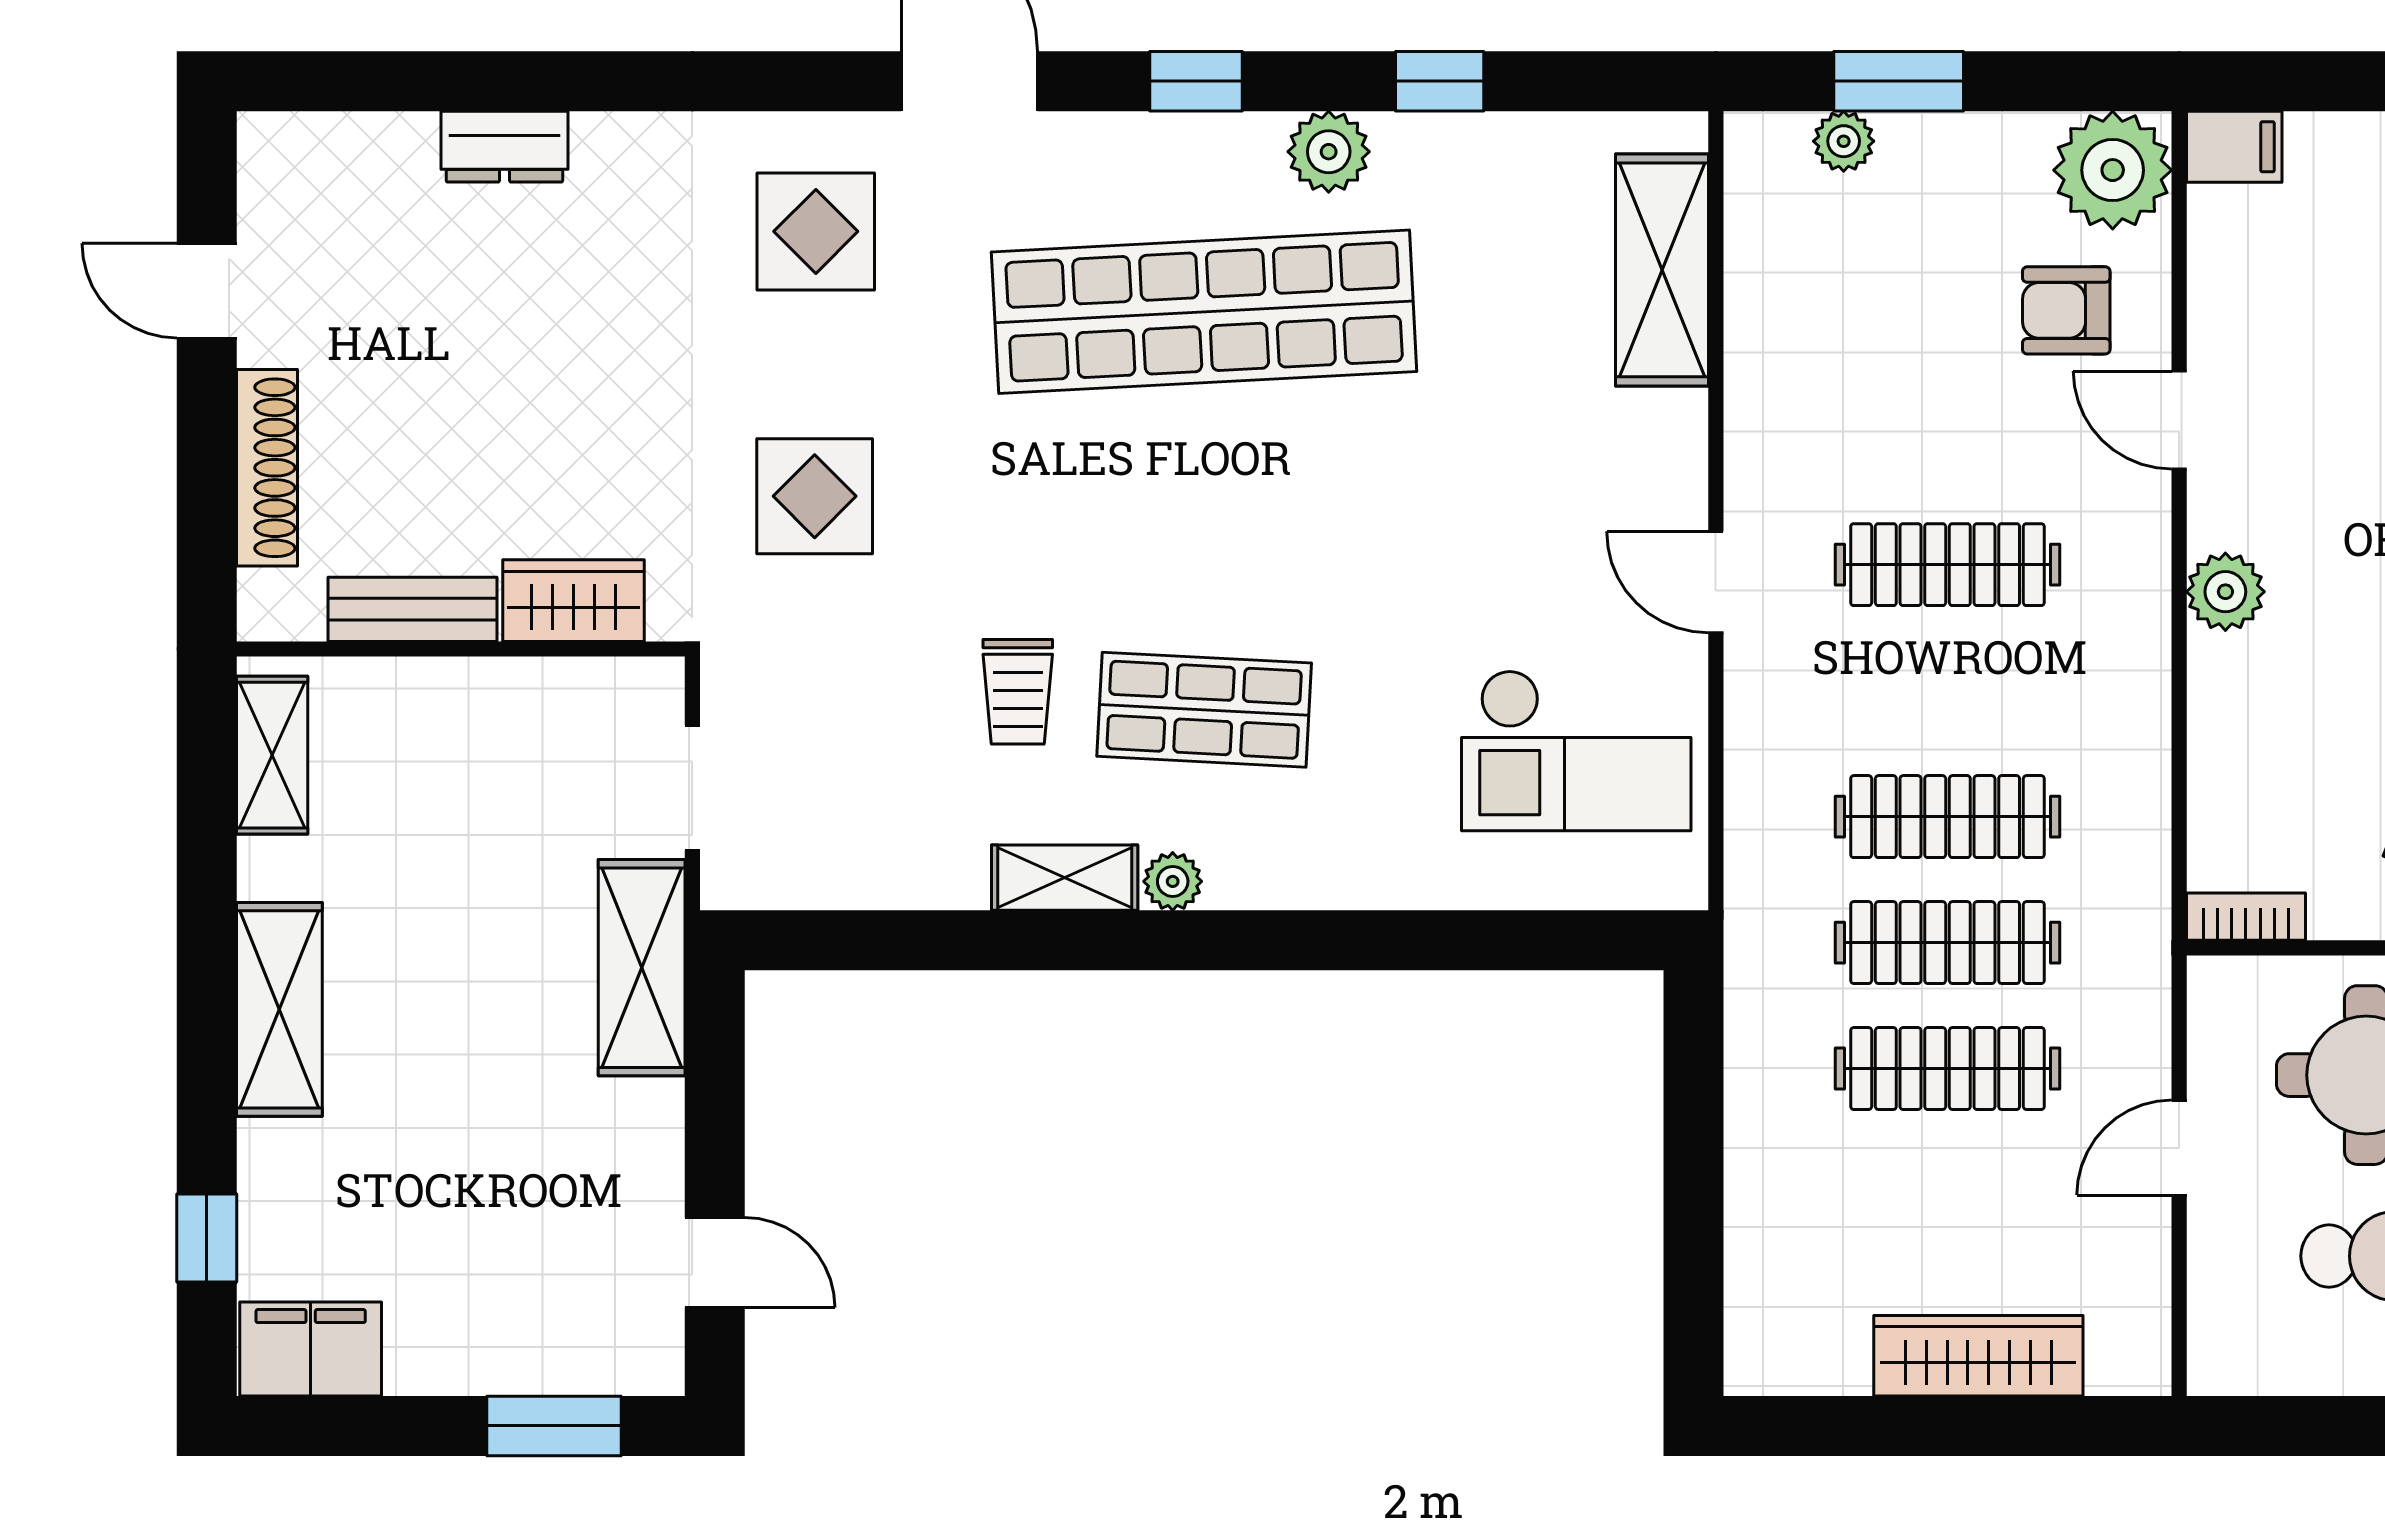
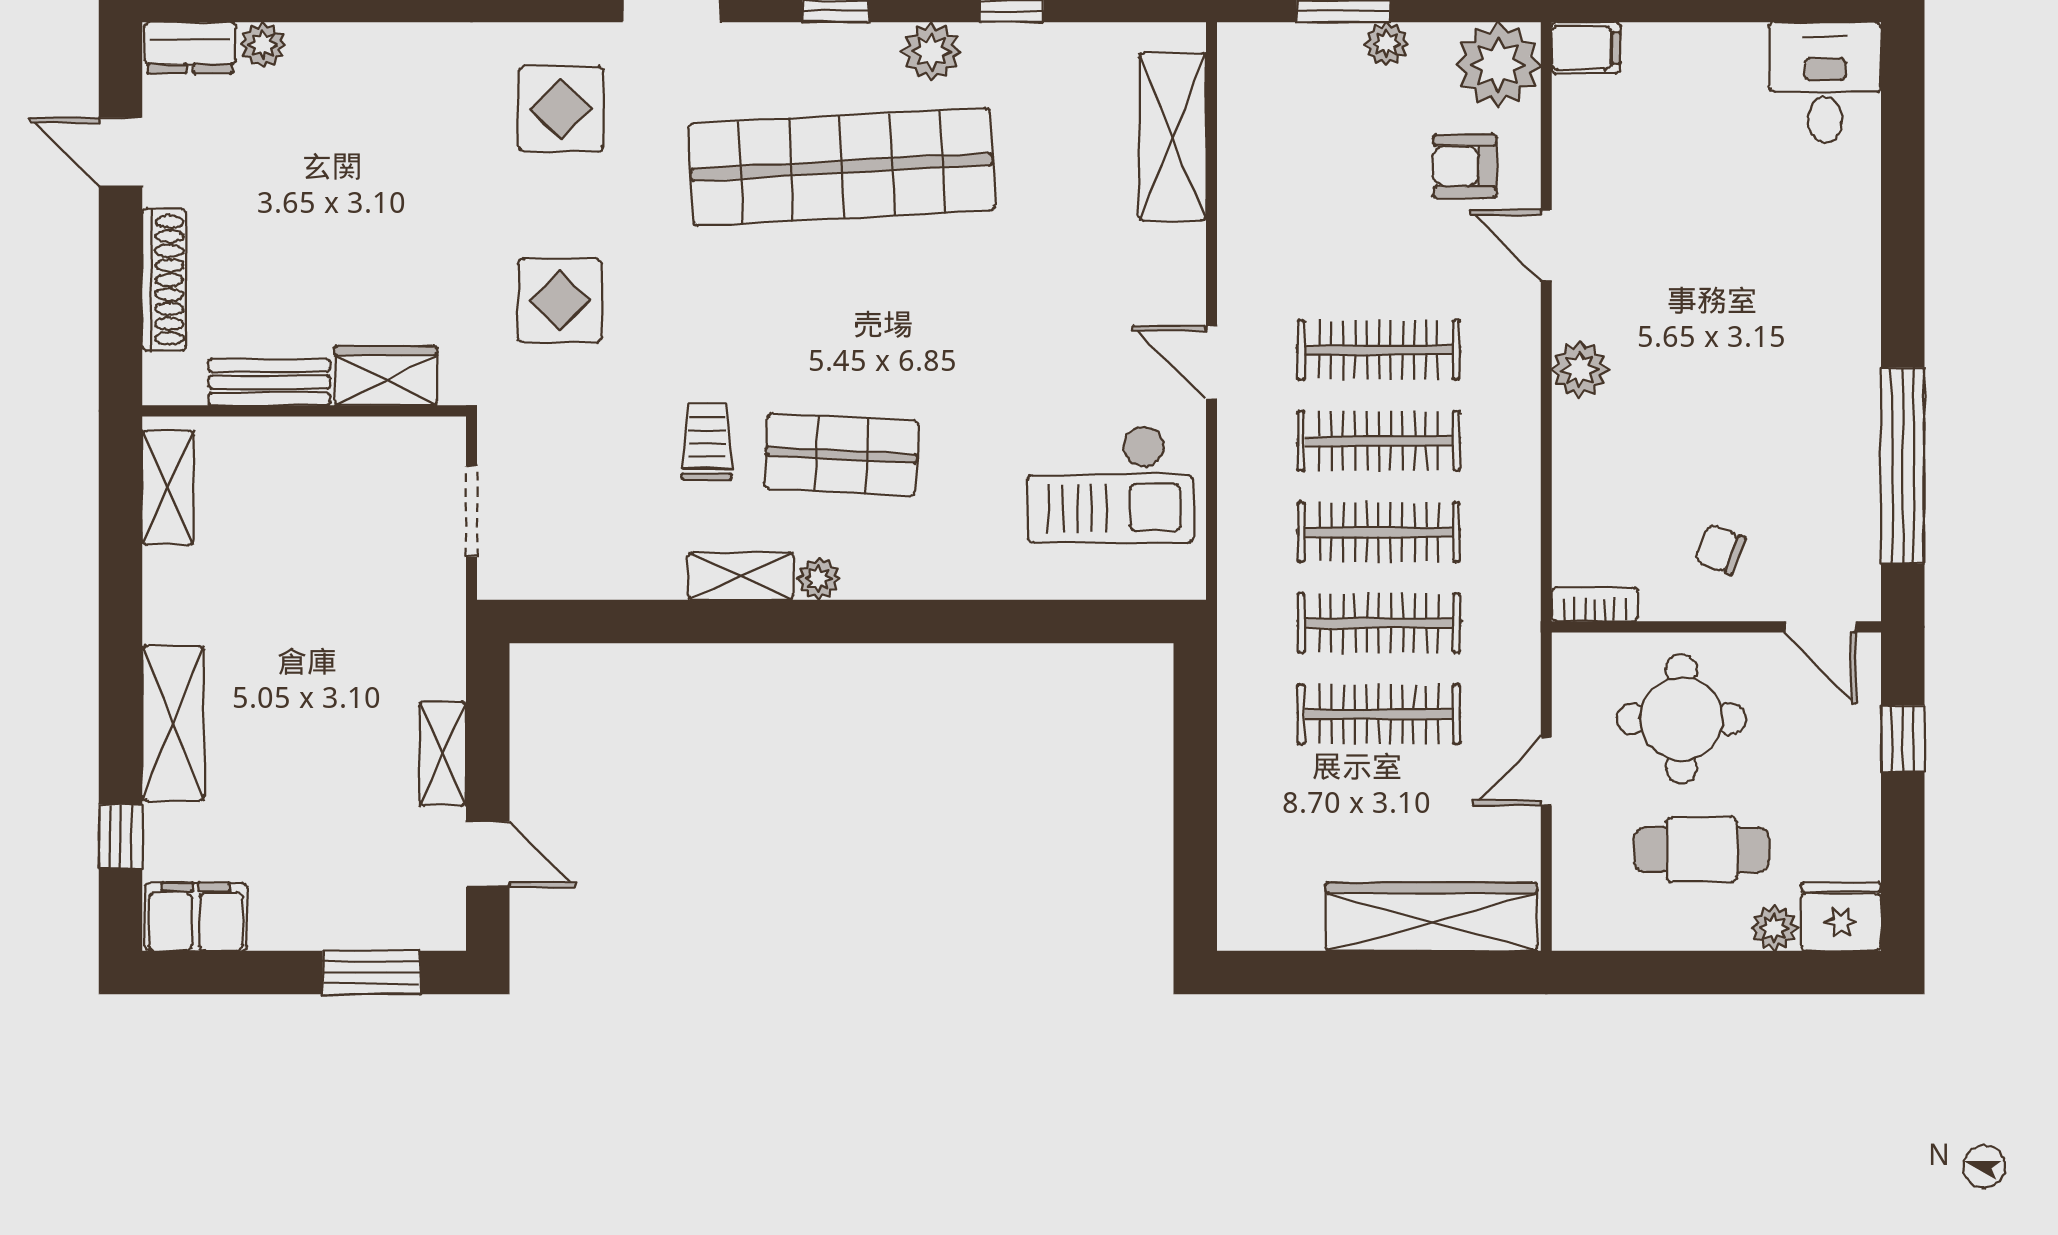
plant: (1844, 141) -> (1386, 44), moved
plant: (404, 143) -> (263, 45), added
dresser: (504, 147) -> (190, 48), moved
clothes rail: (1947, 691) -> (1379, 441), added
trolley: (1018, 692) -> (707, 442), turned 180
shelving: (642, 968) -> (443, 754), moved, width x0.67, depth x0.75
shelving: (279, 1009) -> (173, 723), moved
wardrobe: (1978, 1356) -> (1431, 917), width x1.40, depth x1.17

